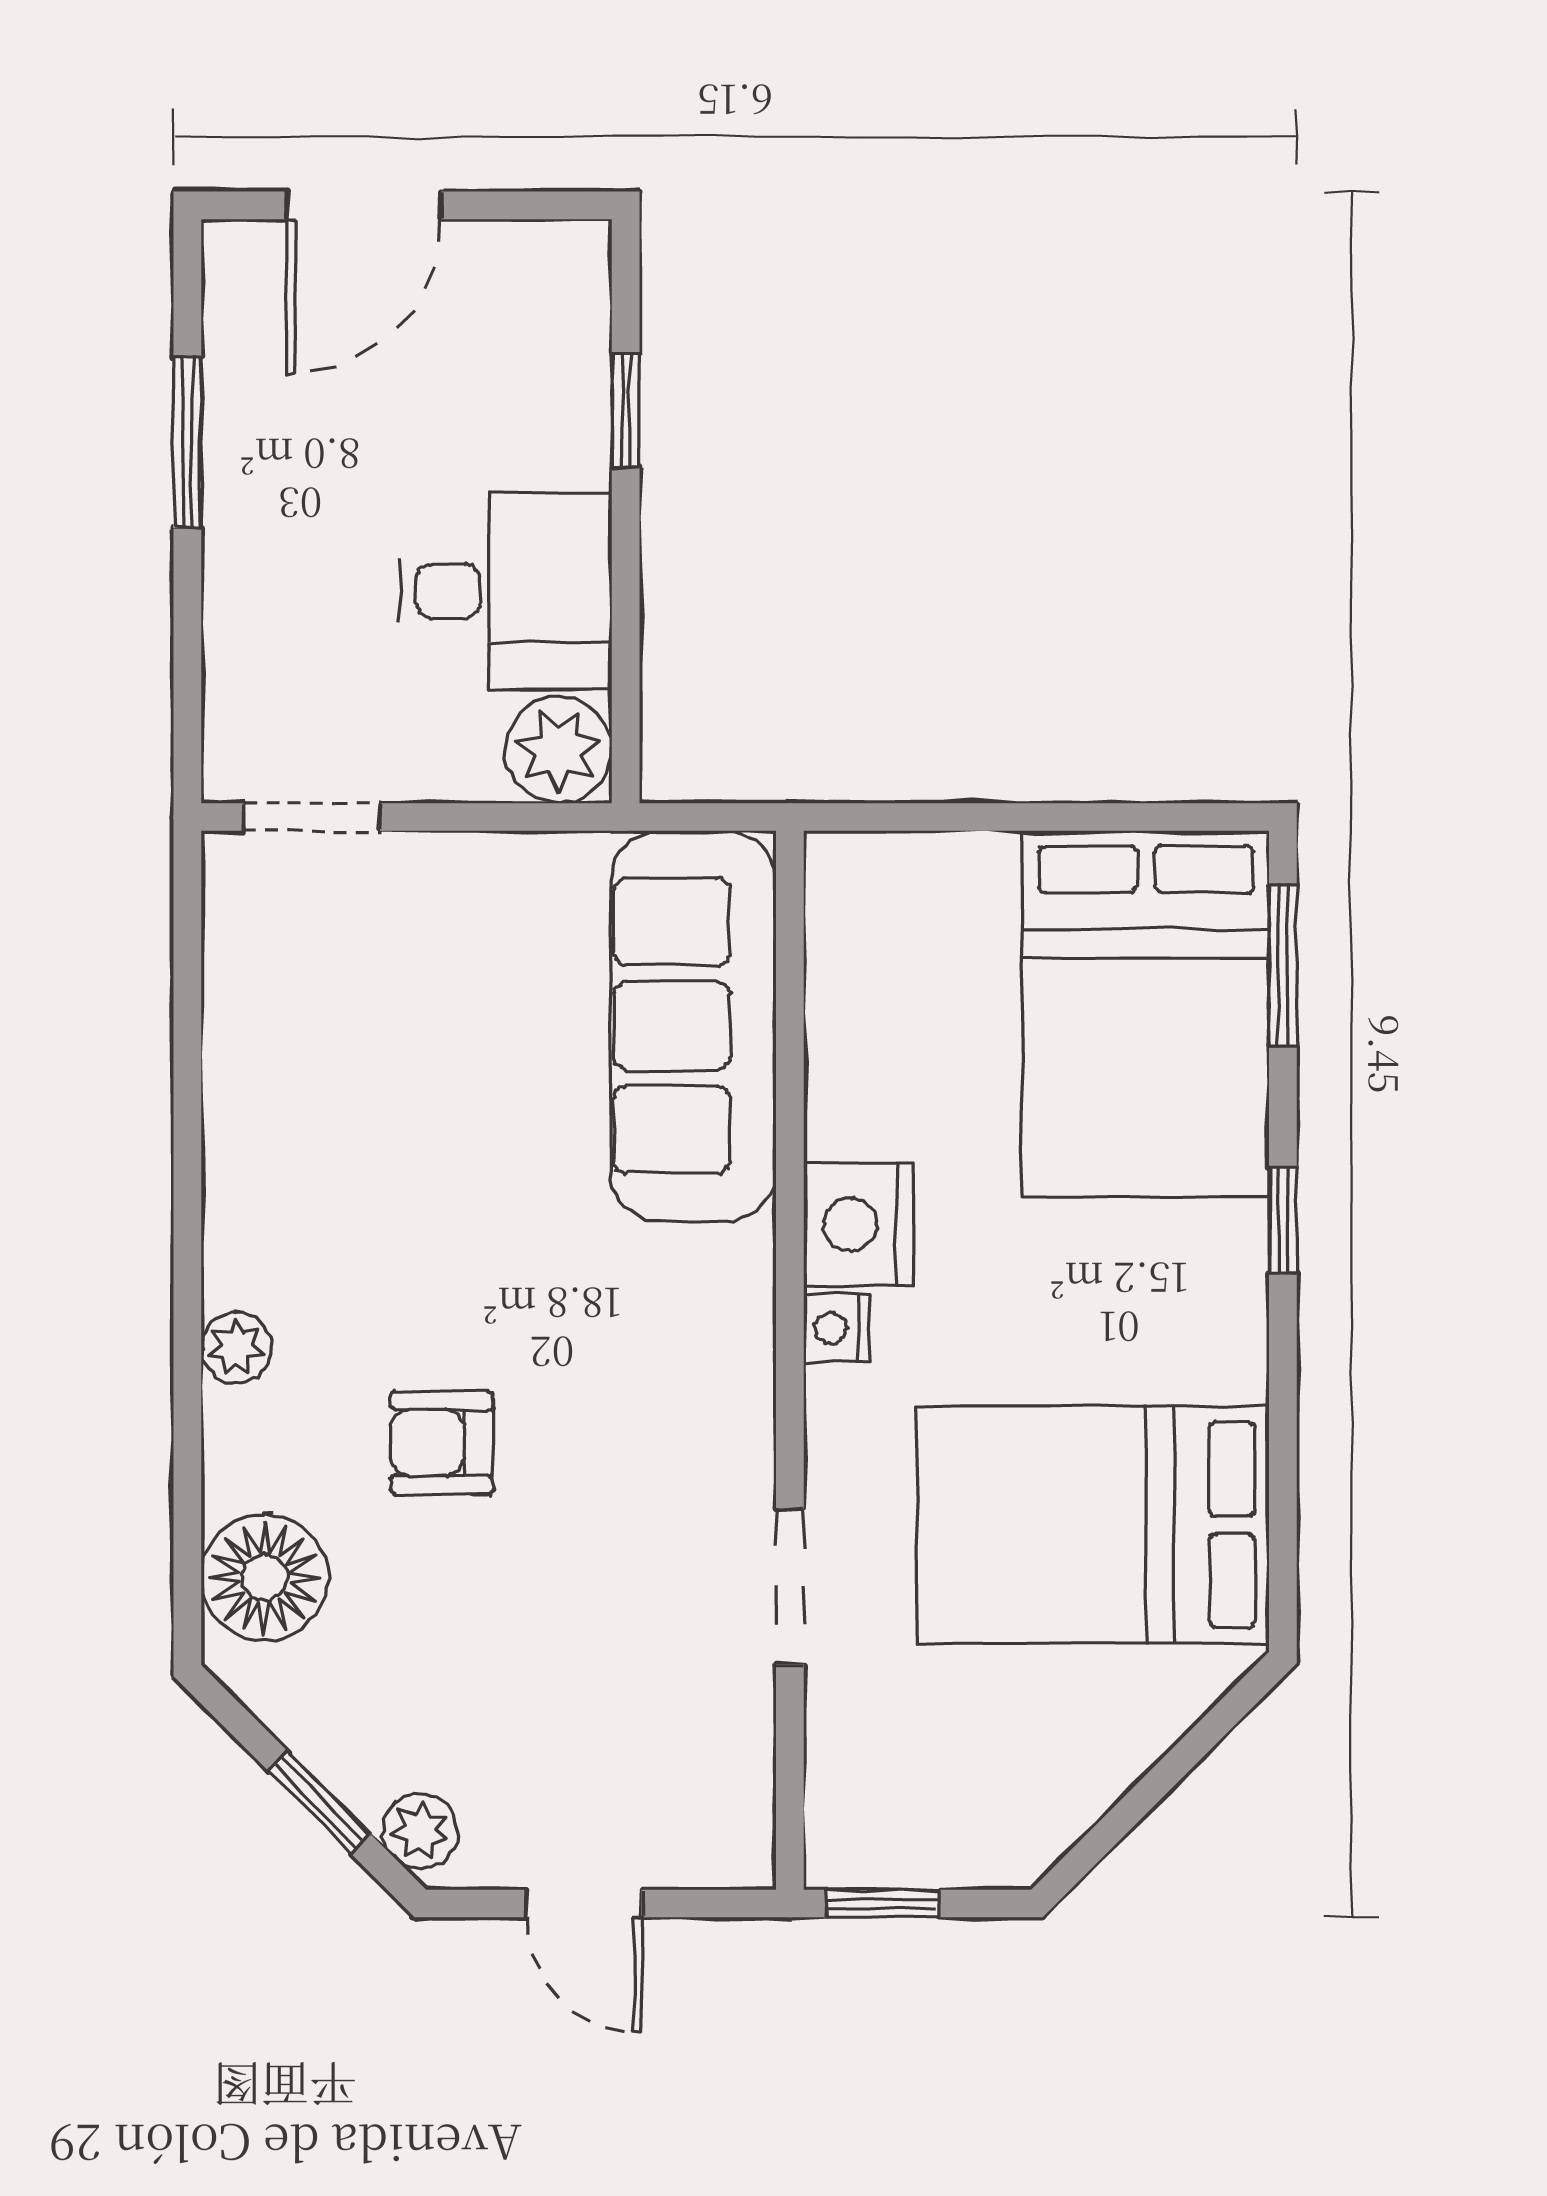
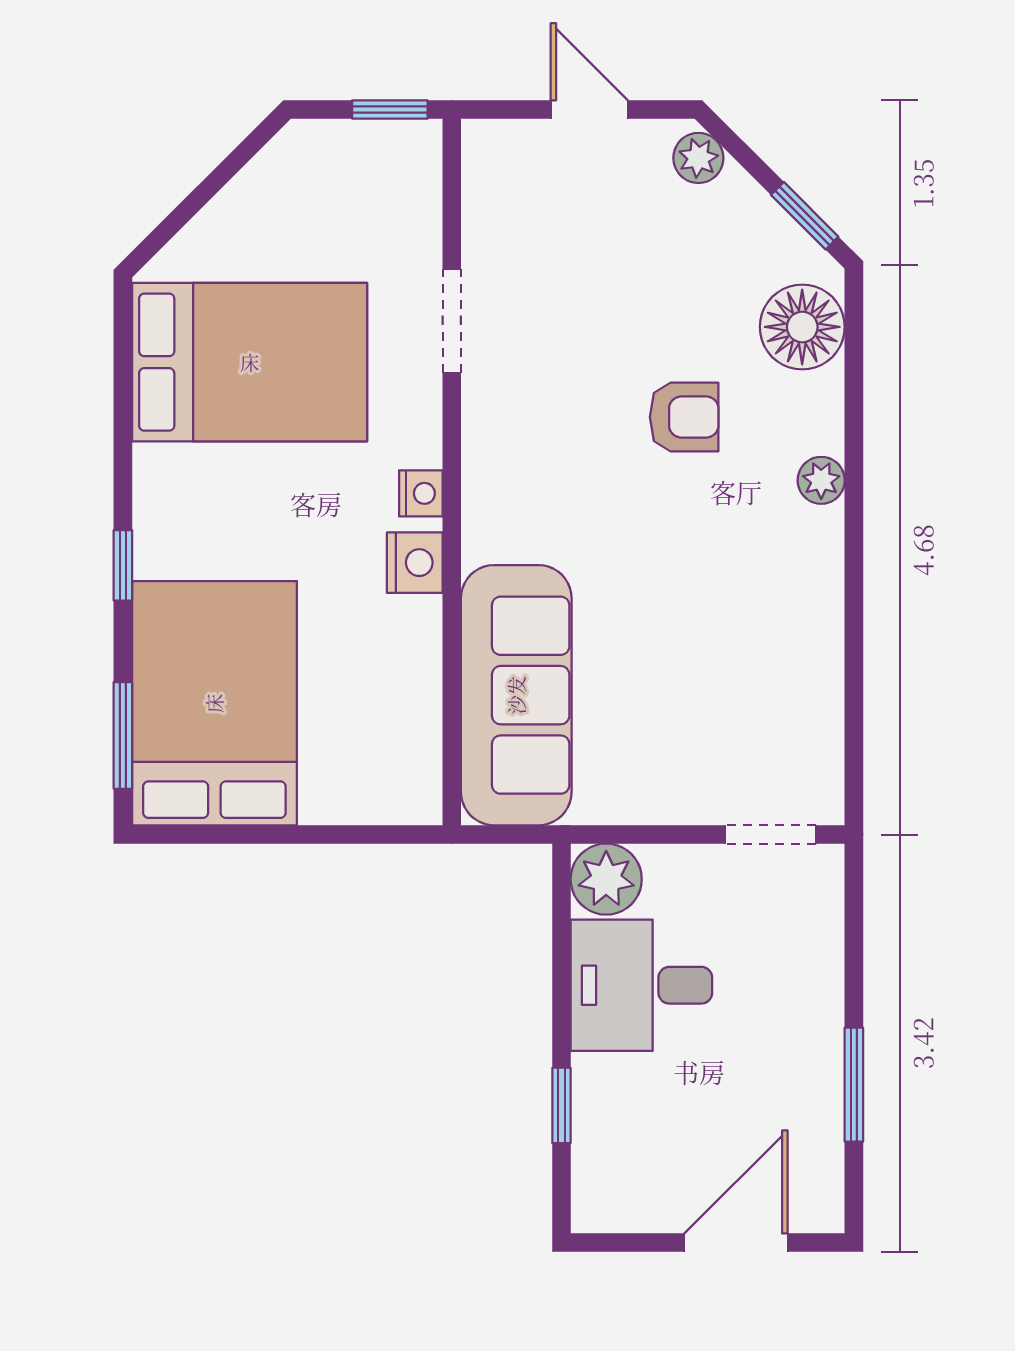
nightstand: (859, 1224) -> (415, 563), width x0.74, depth x0.75
window: (320, 1803) -> (805, 216), moved

